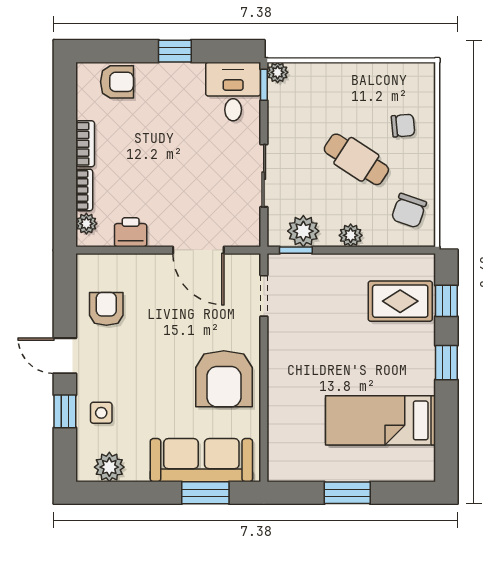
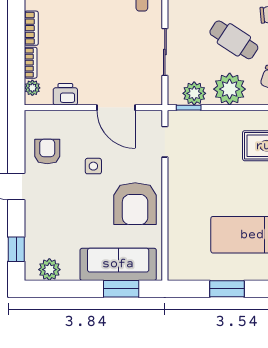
plant: (351, 235) -> (230, 89), width x1.88, depth x1.88
window: (65, 411) -> (16, 249), moved
side table: (101, 413) -> (93, 166), moved

